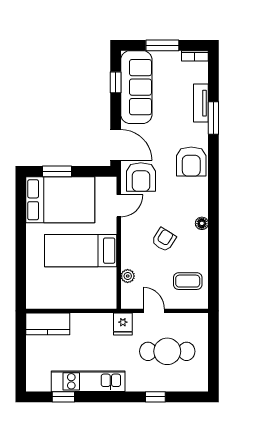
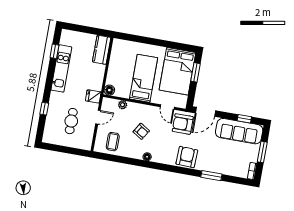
tv unit: (201, 103) -> (222, 169), removed
armchair: (191, 161) -> (187, 157), turned 92
floor lamp: (109, 301) -> (109, 90), added
cafe table: (167, 351) -> (71, 121), width x0.73, depth x0.74

